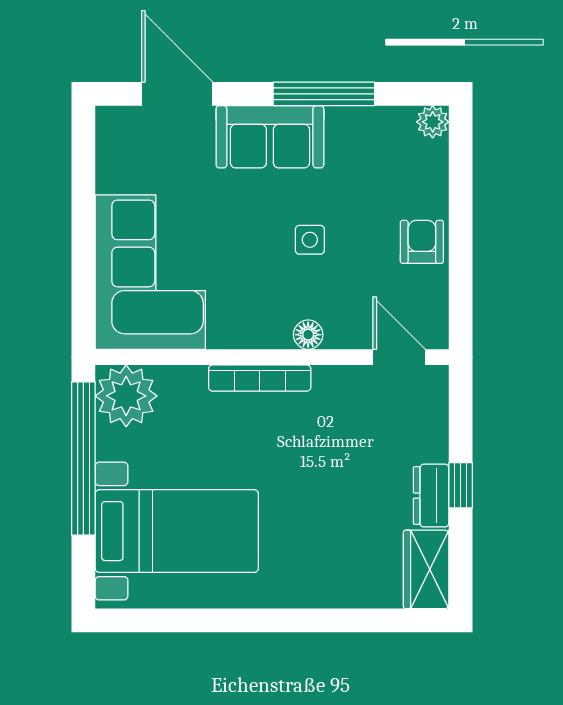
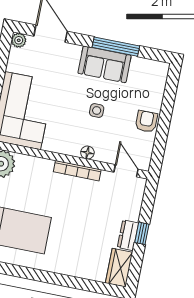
plant: (433, 122) -> (19, 40), moved
sofa: (270, 137) -> (105, 64), moved
bookcase: (260, 378) -> (77, 171), moved

